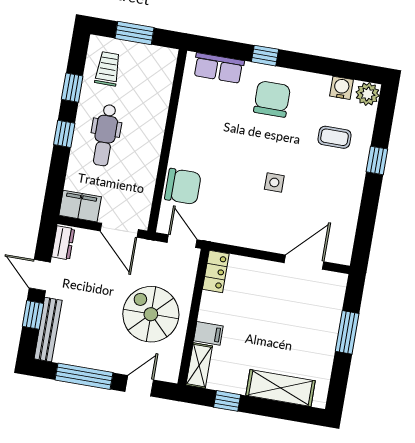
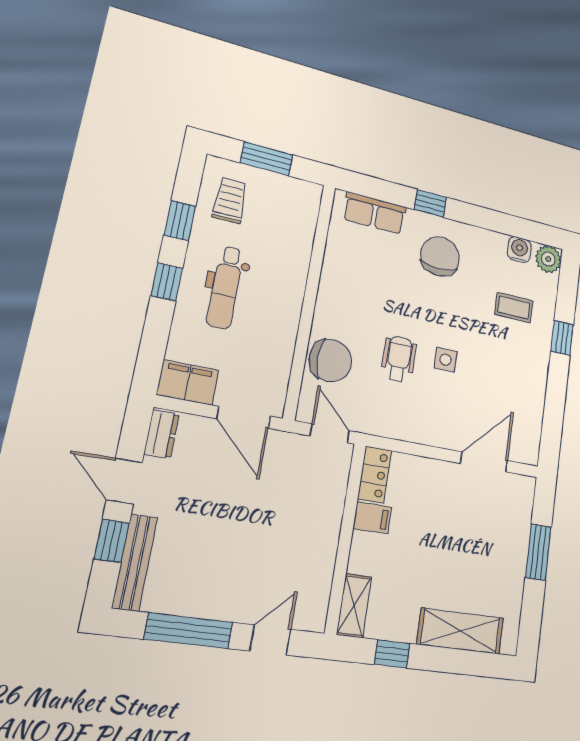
wheelchair: (236, 183) -> (399, 359), added
spiral stairs: (151, 314) -> (287, 535), removed
filing cabinet: (208, 333) -> (372, 518), moved

